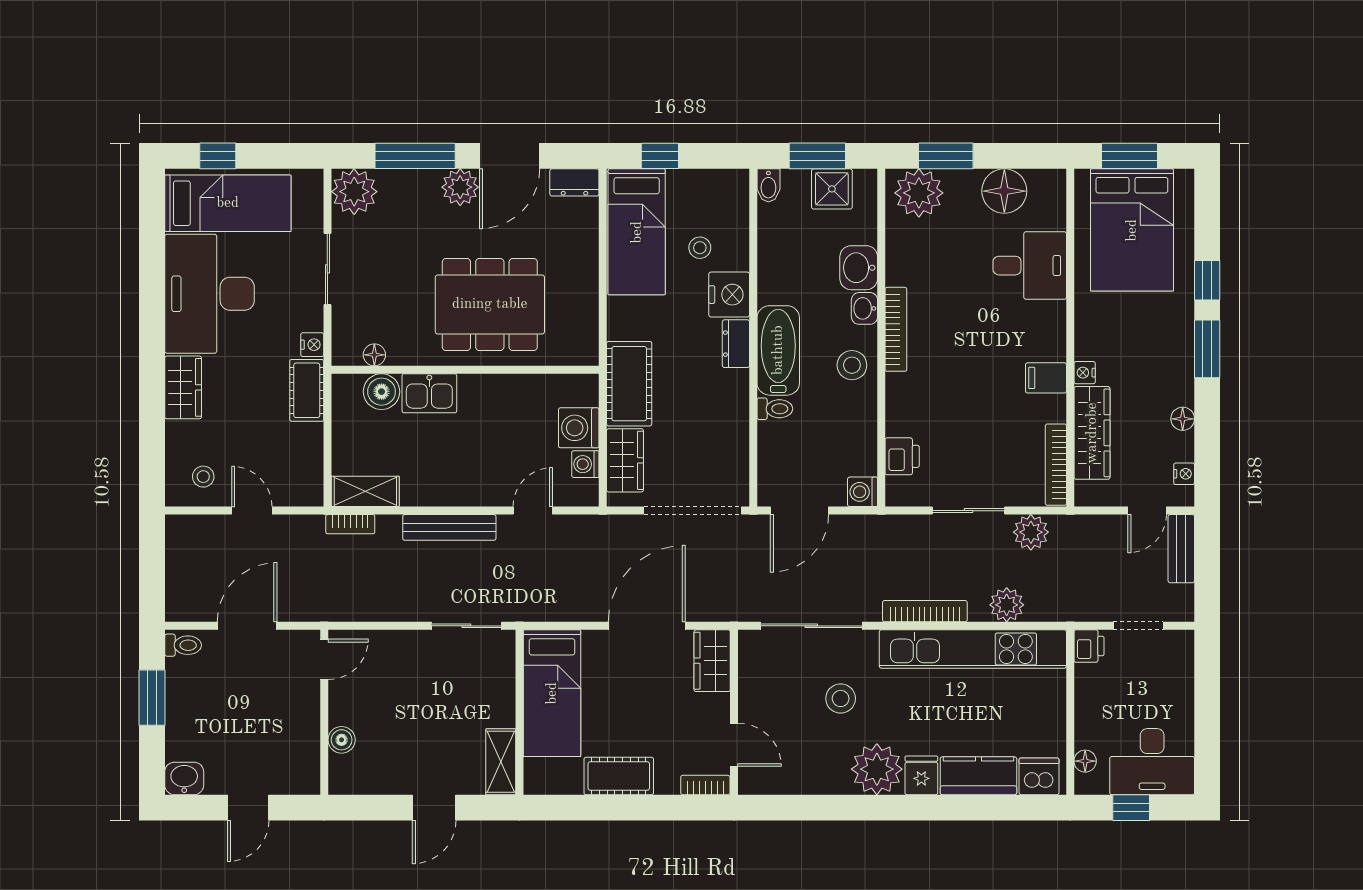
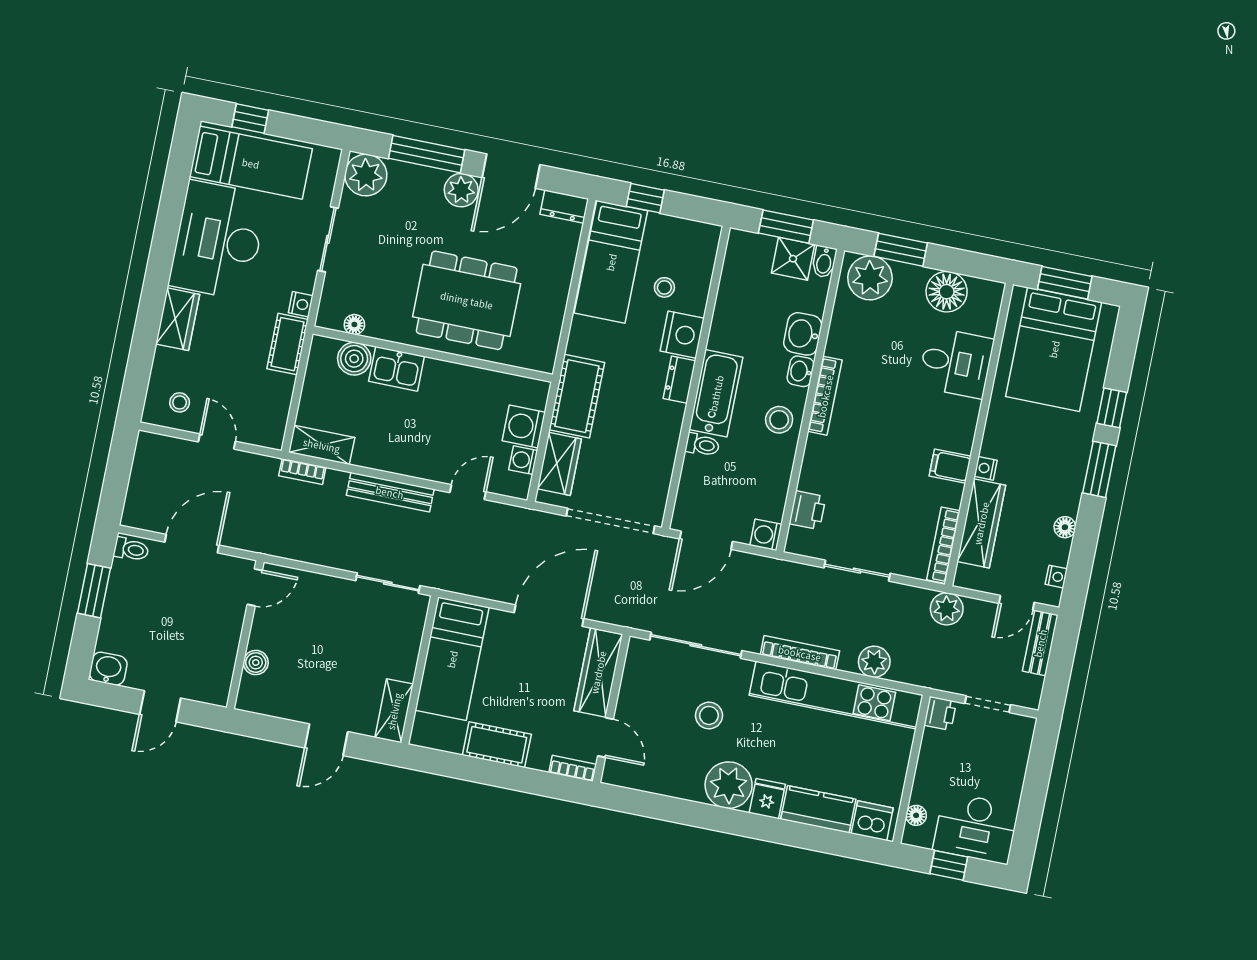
bidet: (768, 185) -> (824, 262), moved
plant: (1031, 532) -> (947, 609), moved
wardrobe: (712, 661) -> (598, 672), width x1.50

